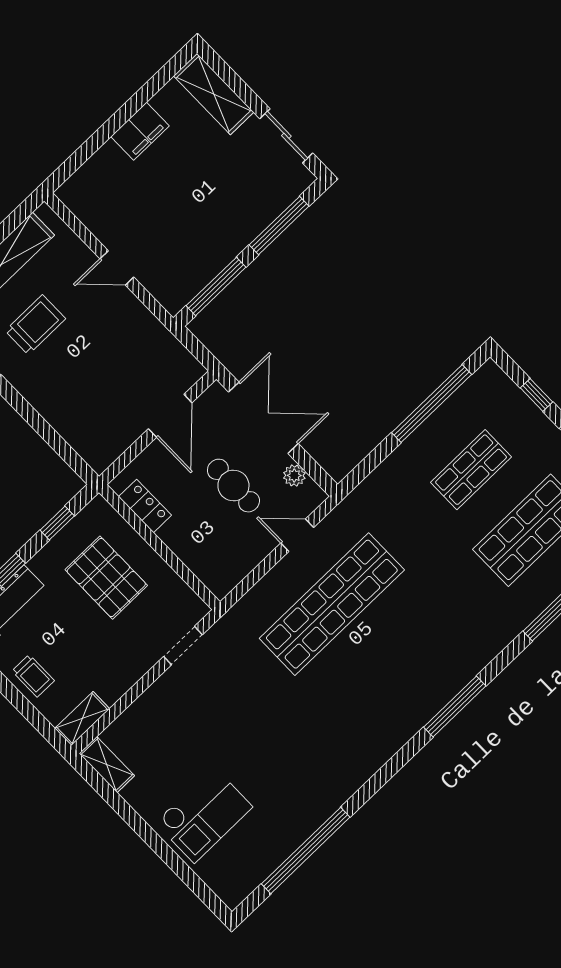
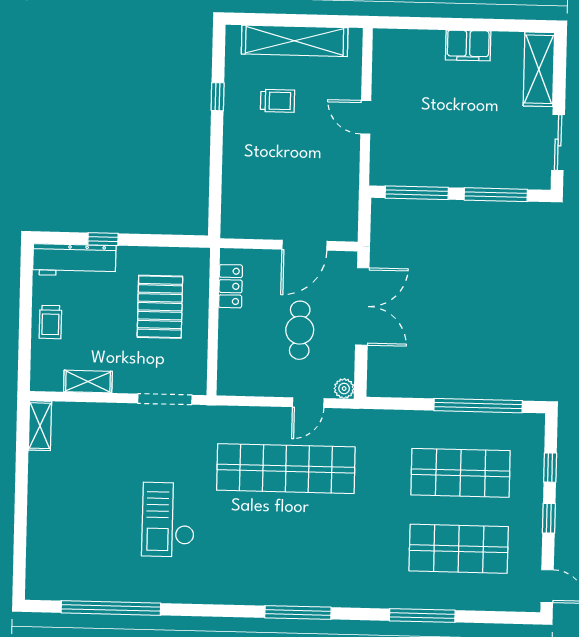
trolley: (35, 325) -> (278, 101), width x0.73, depth x0.72
shop shelf: (471, 470) -> (461, 473), width x1.43, depth x1.36
plant: (294, 475) -> (344, 389), moved
window: (57, 523) -> (164, 241), removed
door: (297, 535) -> (308, 403), swing flipped
doorway: (183, 646) -> (165, 399), width x1.38
shelving: (82, 719) -> (88, 382), moved
checkout: (204, 815) -> (168, 520), moved, turned 90

